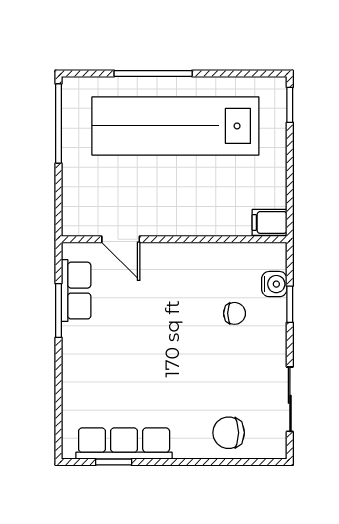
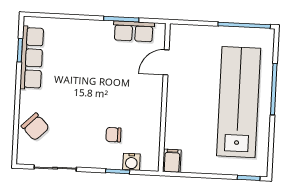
chair: (234, 313) -> (113, 135), turned 90
chair: (229, 433) -> (35, 127), turned 135

